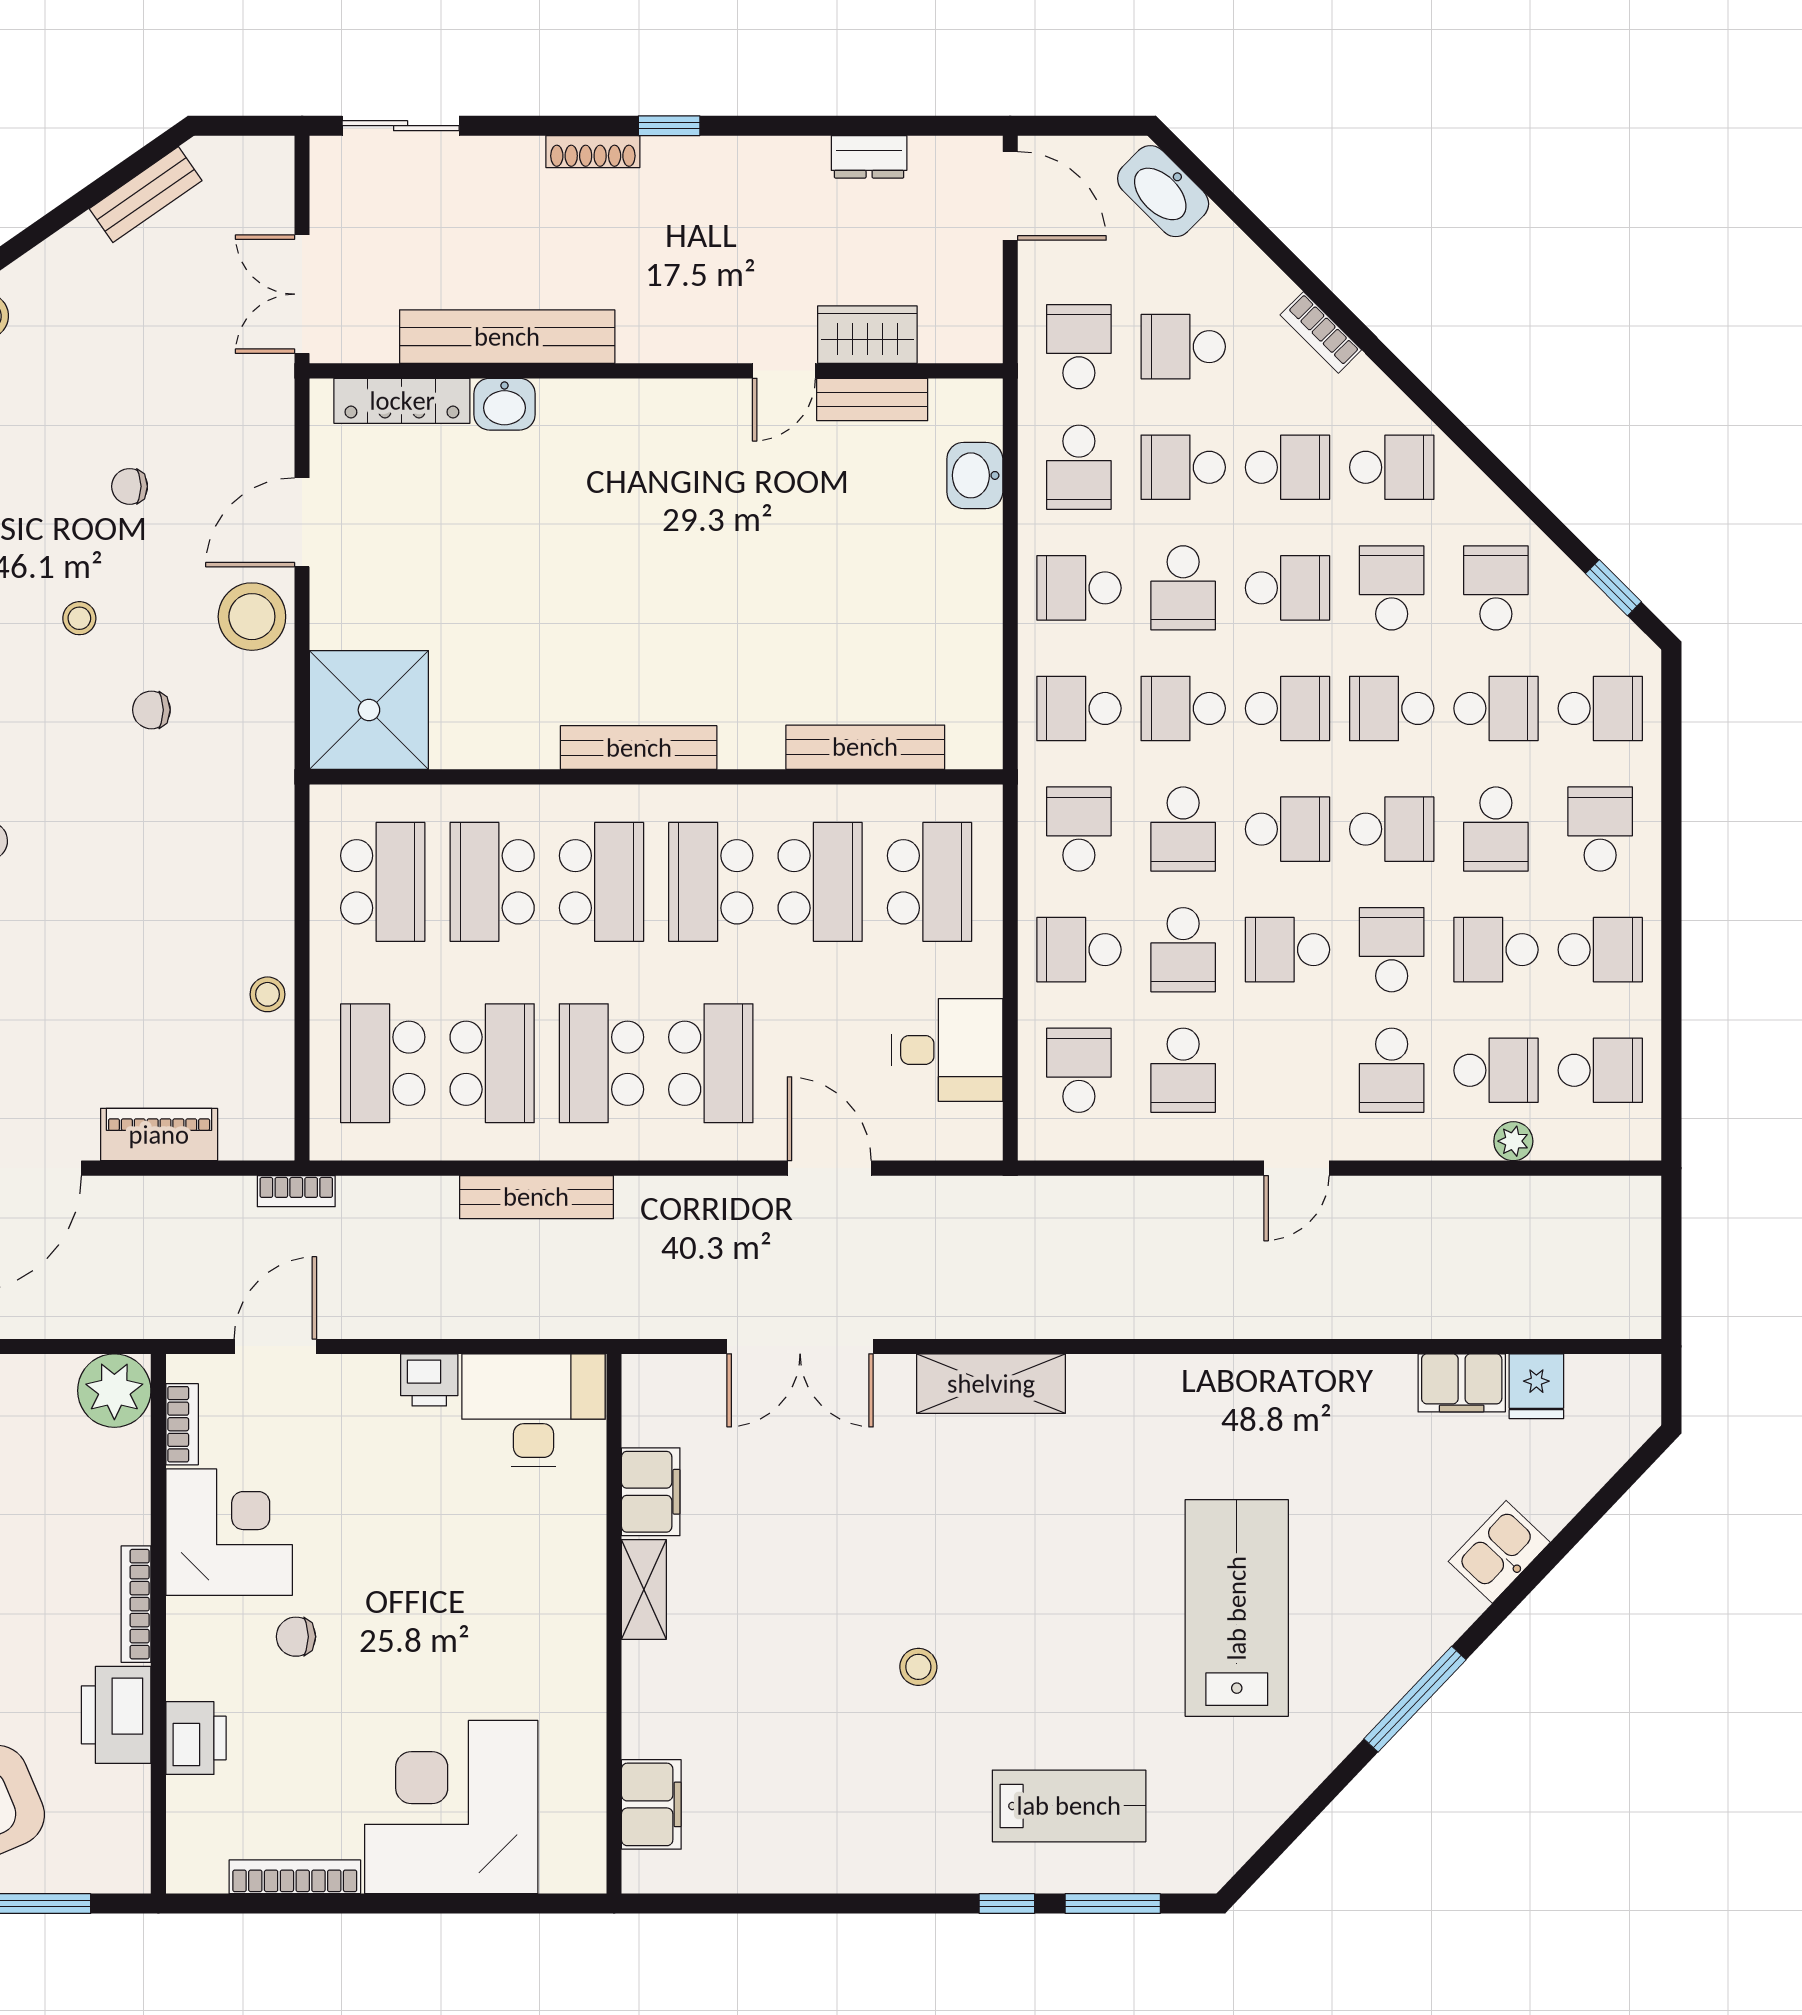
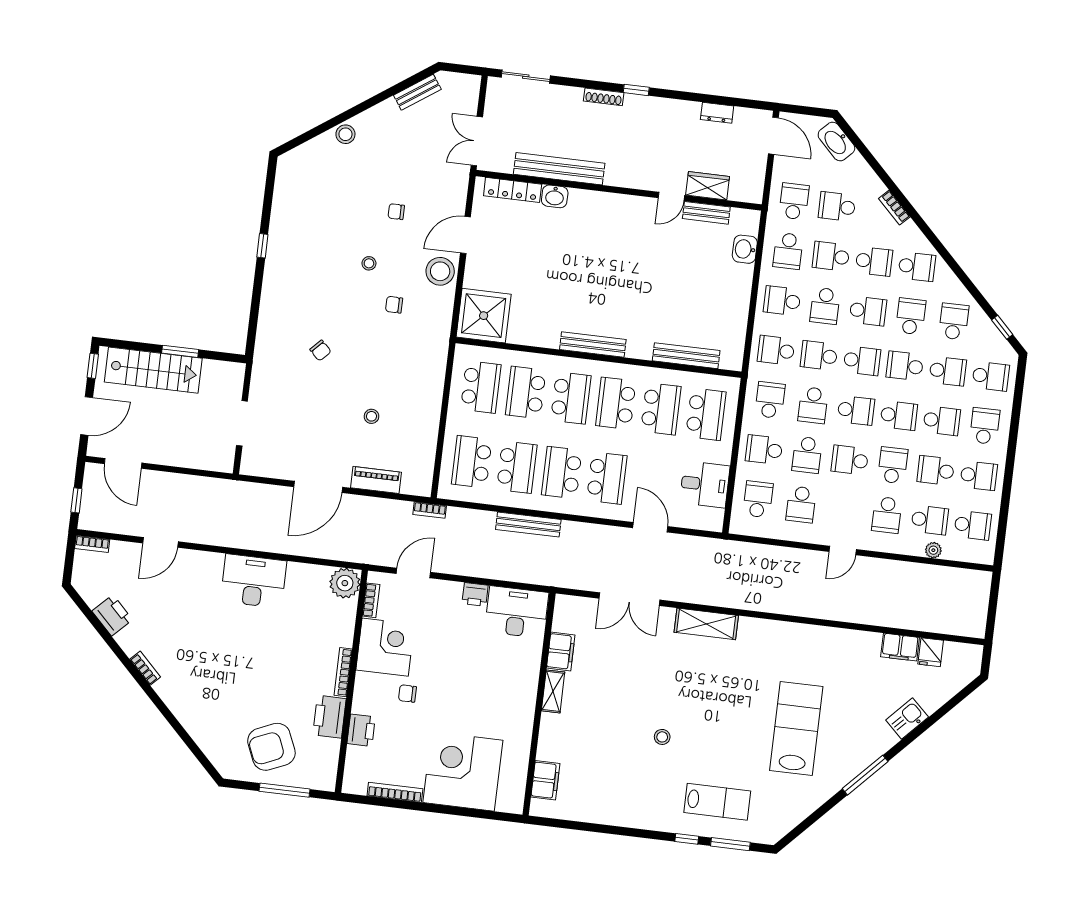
school desk: (1496, 829) -> (942, 421), turned -90
stool: (268, 994) -> (371, 416), moved

